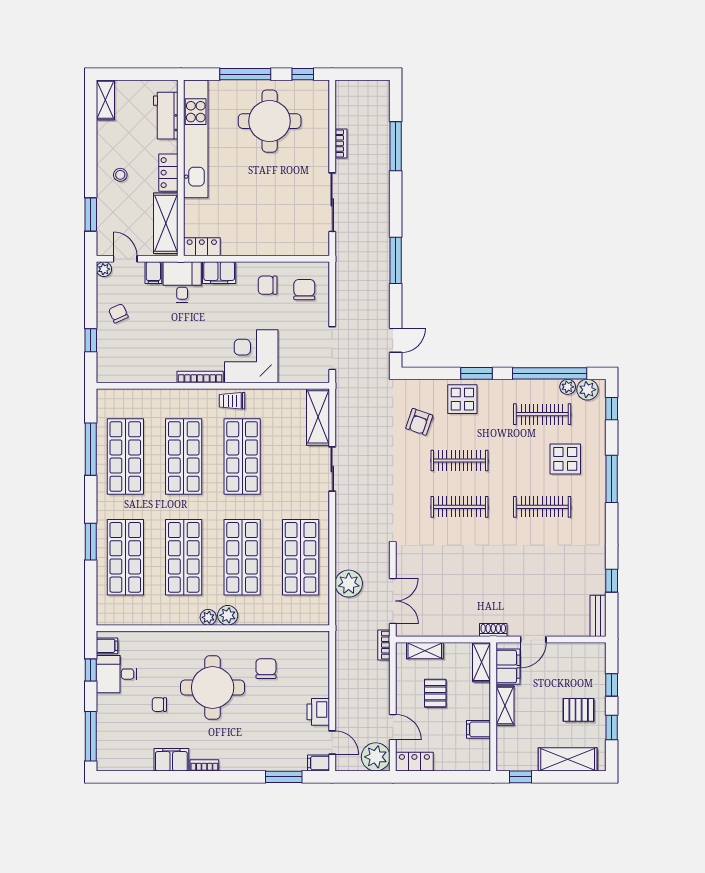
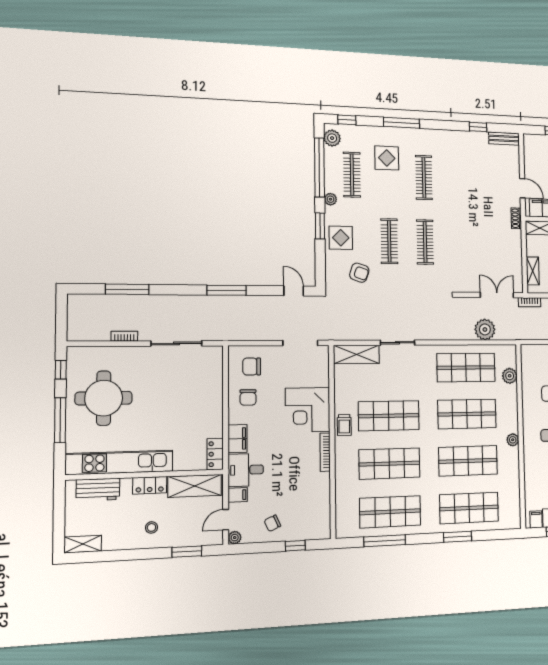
plant: (568, 387) -> (330, 199), moved
plant: (228, 615) -> (510, 376), moved

